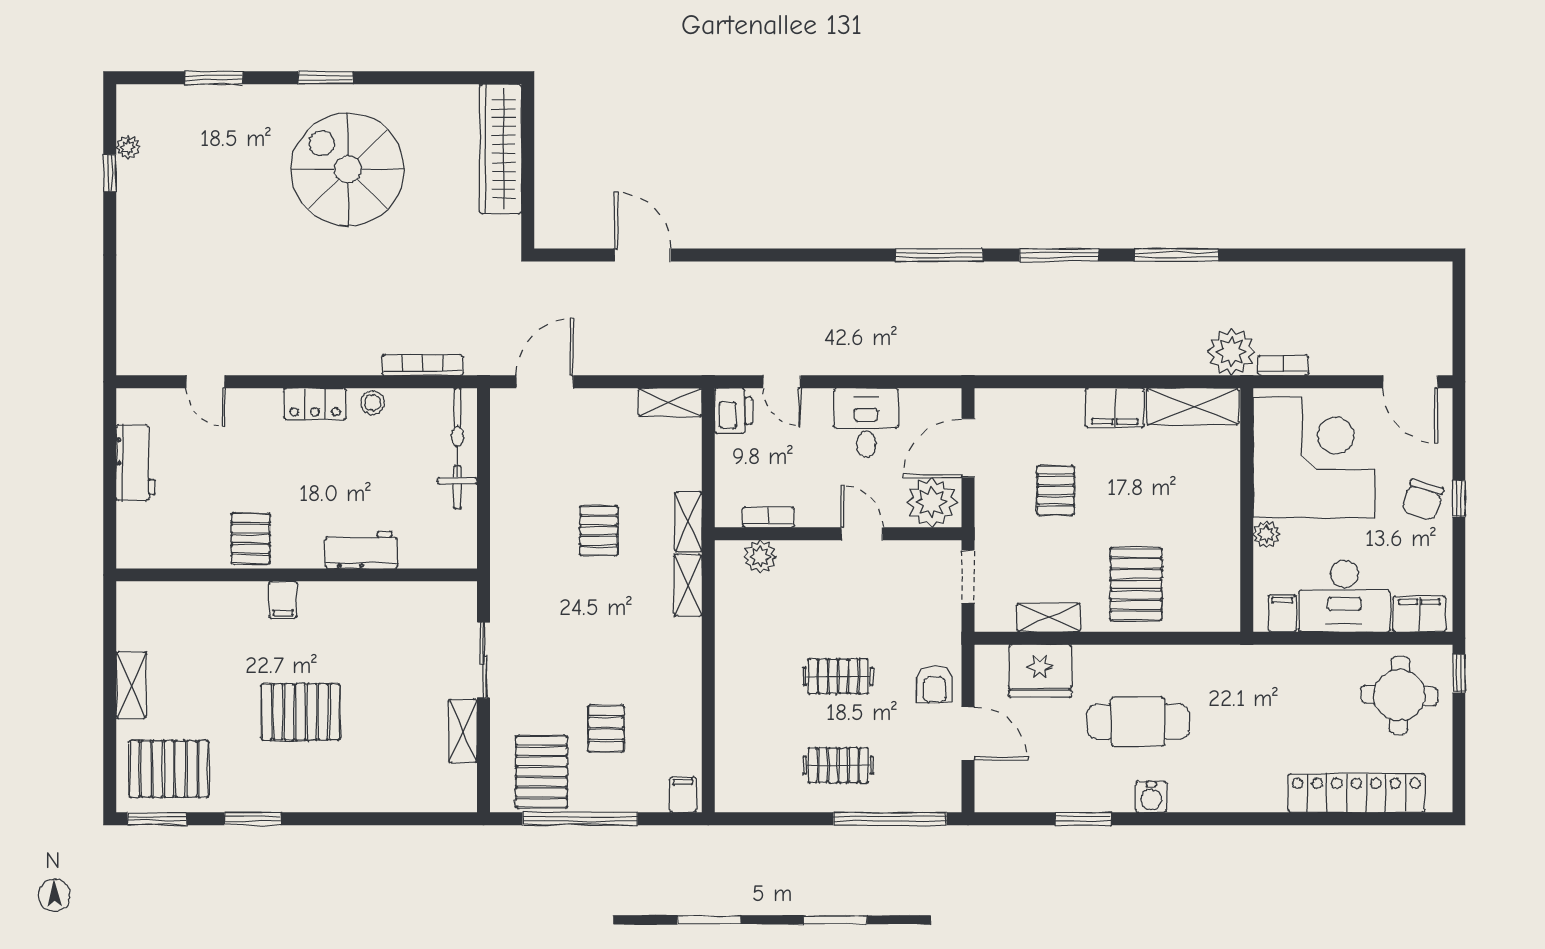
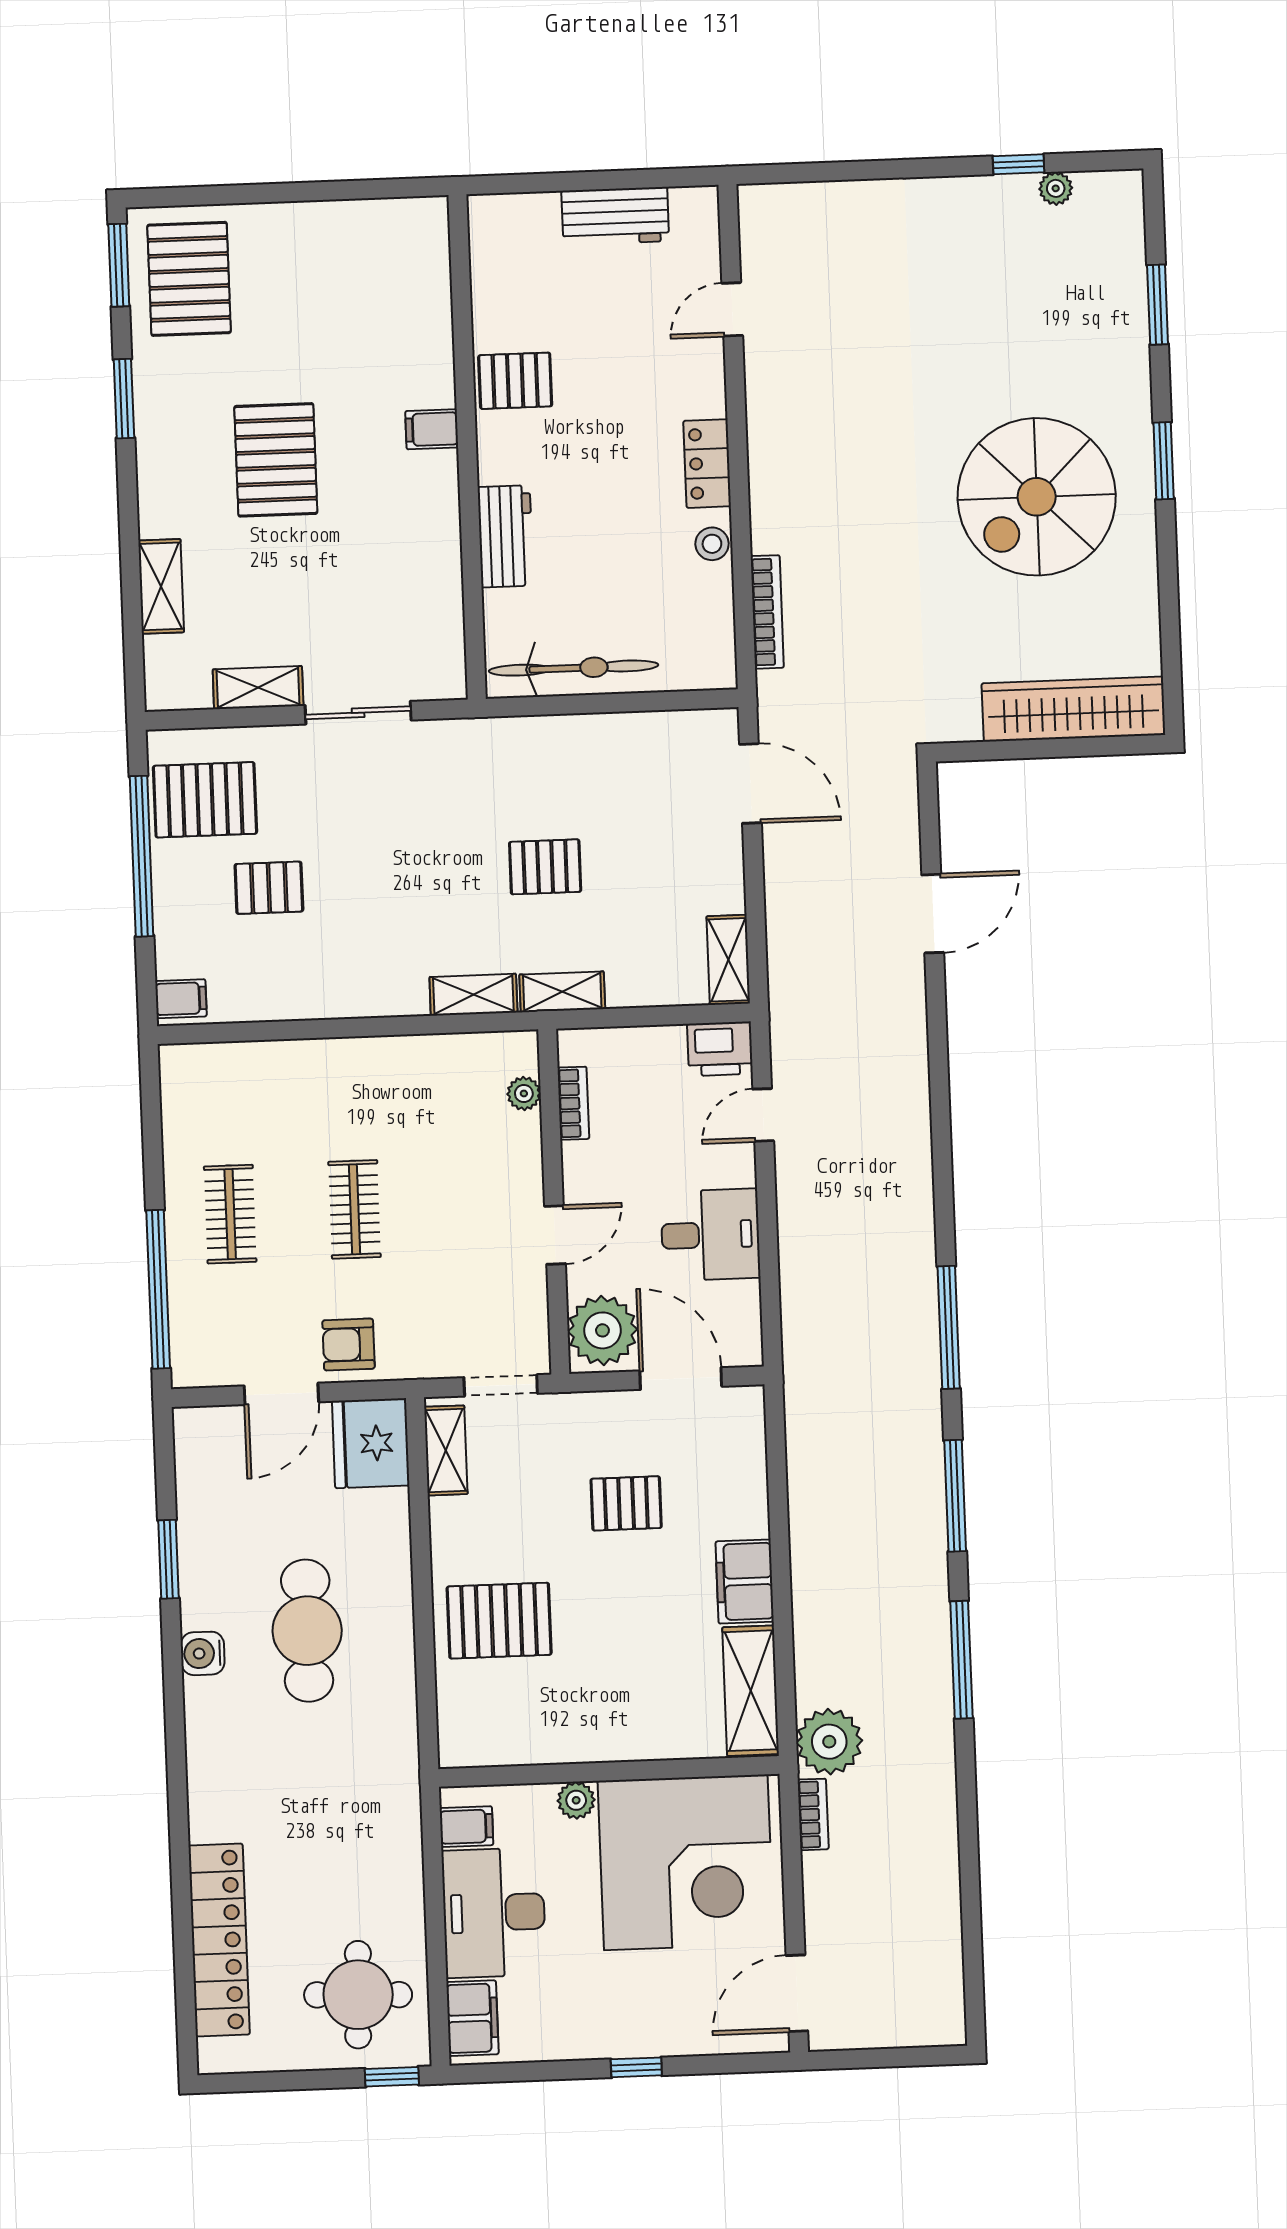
spiral stairs: (348, 169) -> (1037, 497), turned 180
bicycle: (457, 449) -> (574, 668), moved
chair: (1423, 500) -> (632, 2017), removed
plant: (760, 557) -> (524, 1093), width x0.73, depth x0.73
shelving: (1049, 618) -> (446, 1450), moved
fridge: (1040, 671) -> (371, 1443), moved
shelving: (131, 685) -> (161, 586), moved, turned 90

